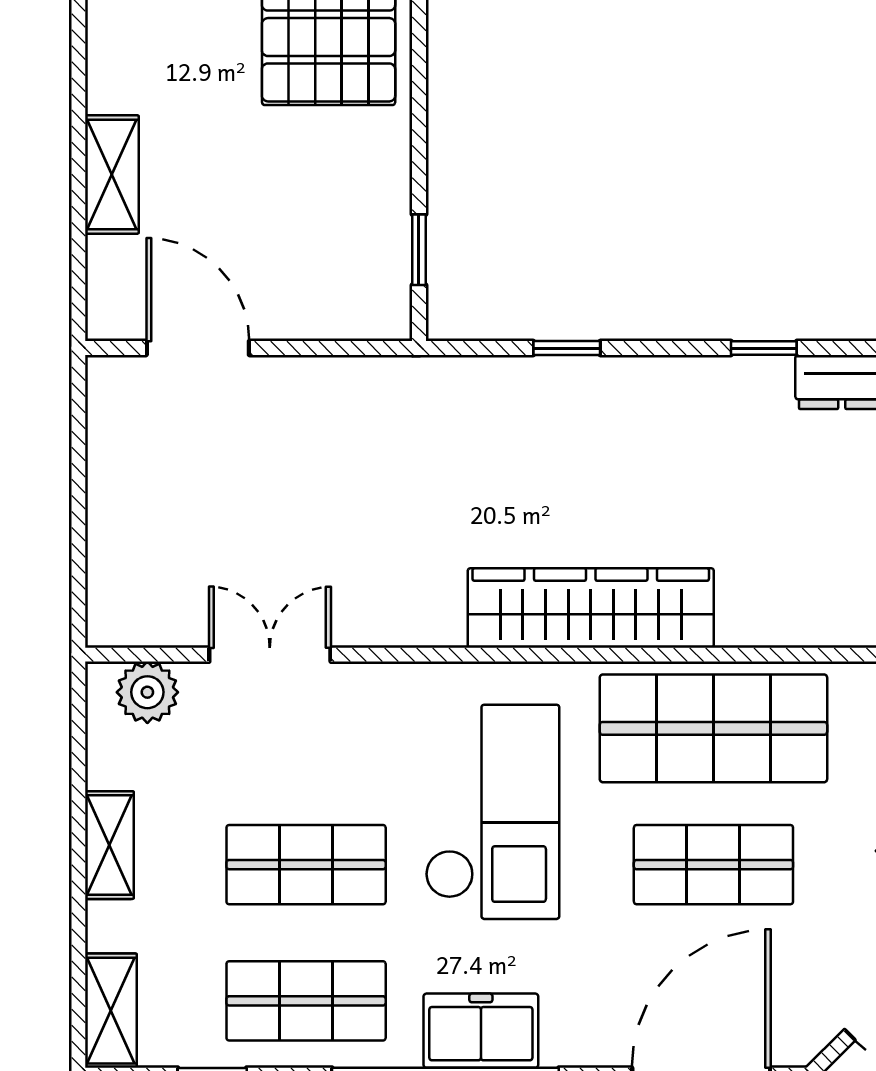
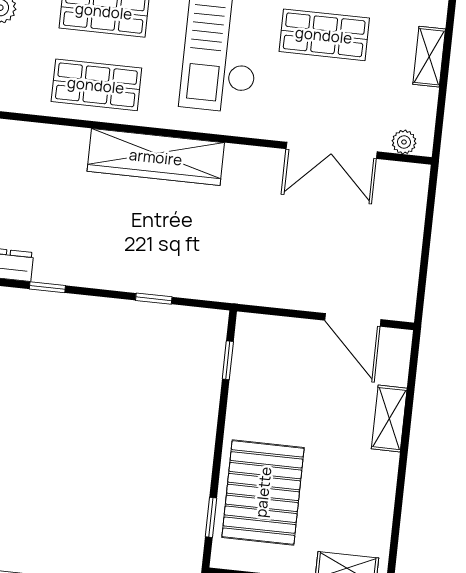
double door: (270, 655) -> (332, 150), width x1.37
plant: (147, 692) -> (404, 142), width x0.73, depth x0.73
shop shelf: (713, 728) -> (96, 85), width x0.70, depth x0.74

